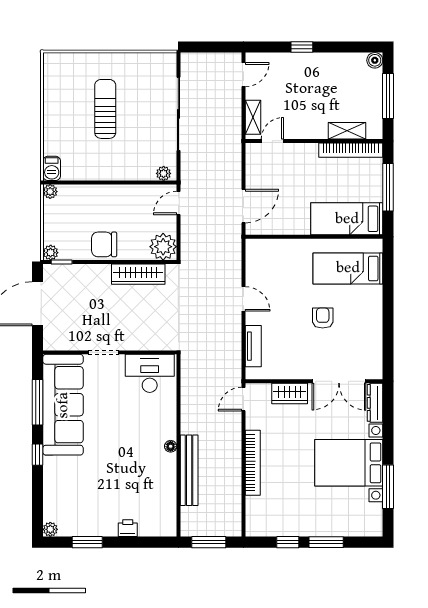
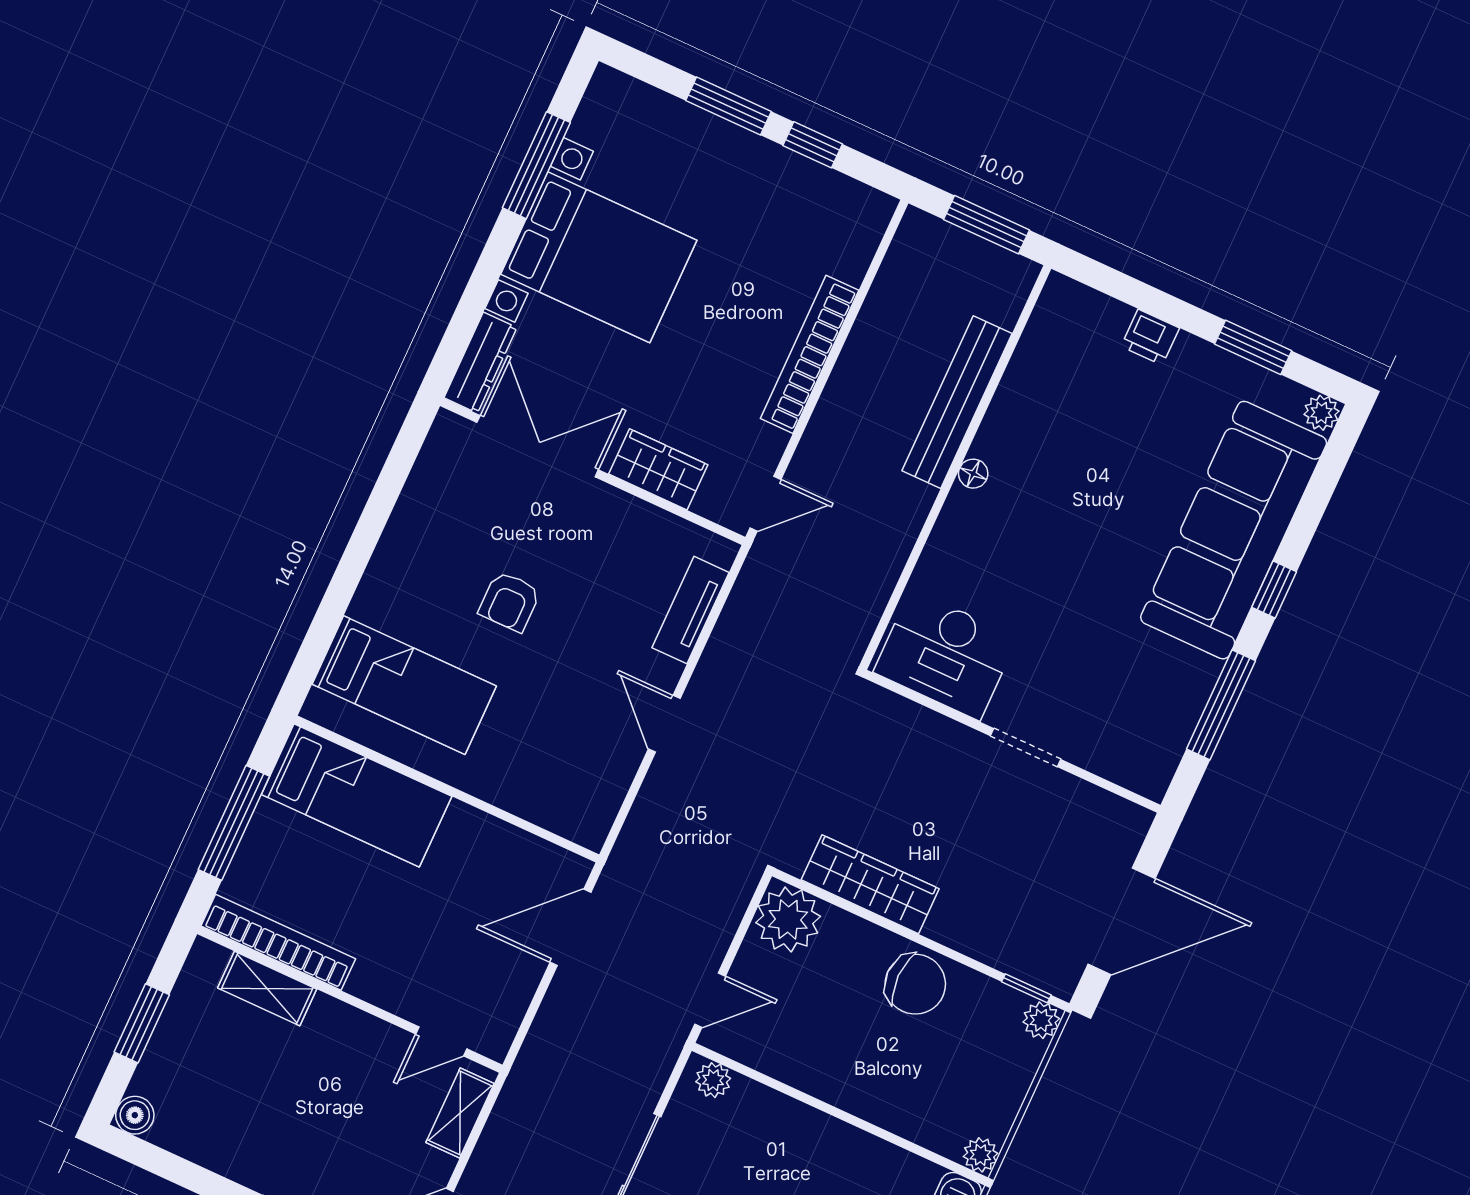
window: (388, 96) -> (142, 1023), width x0.69
sofa: (63, 405) -> (1234, 530), moved

